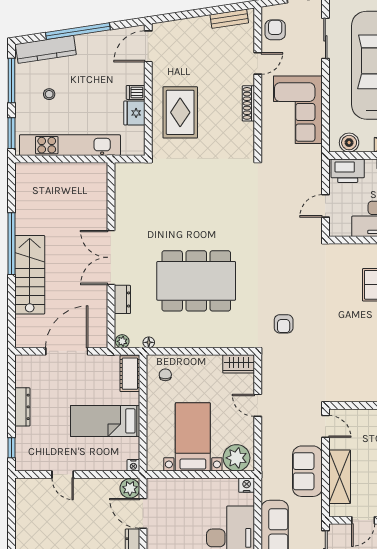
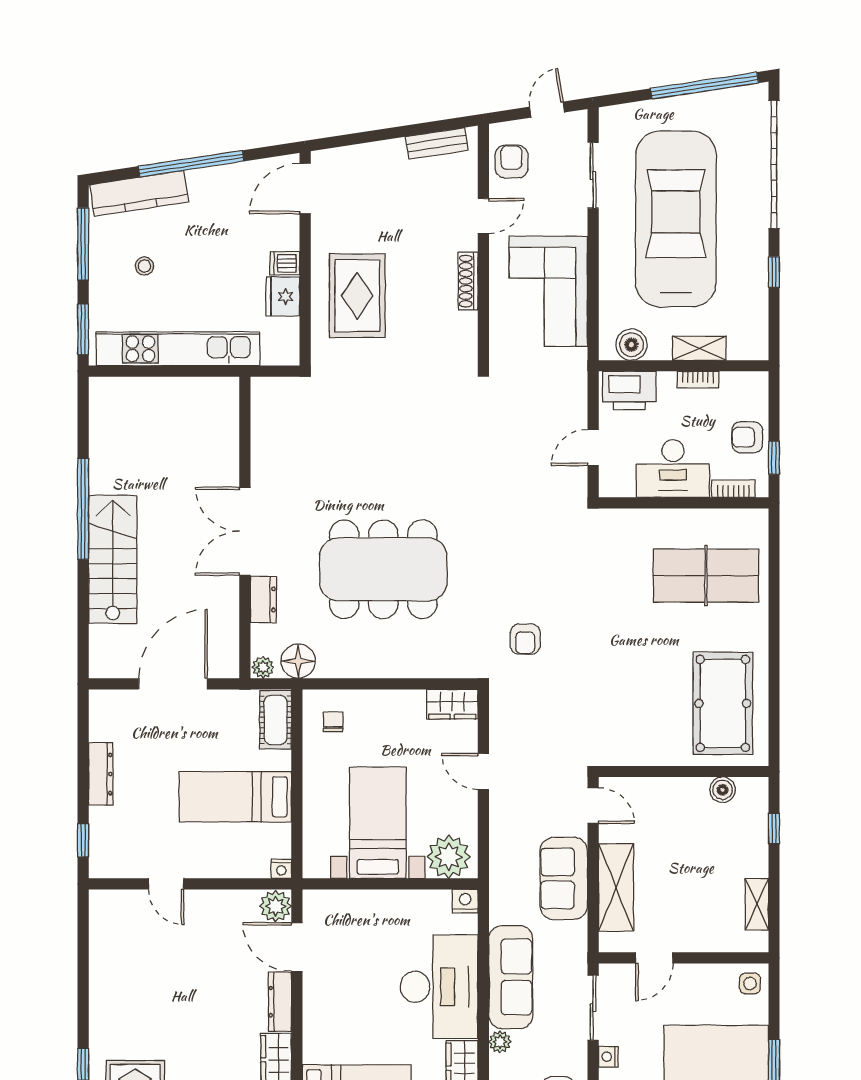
floor lamp: (149, 342) -> (298, 661), width x1.89, depth x1.89

